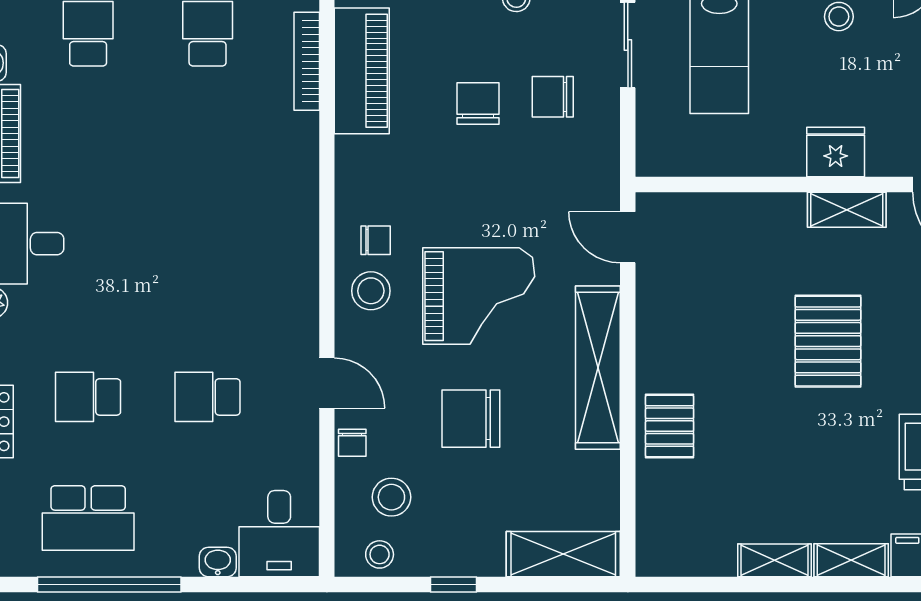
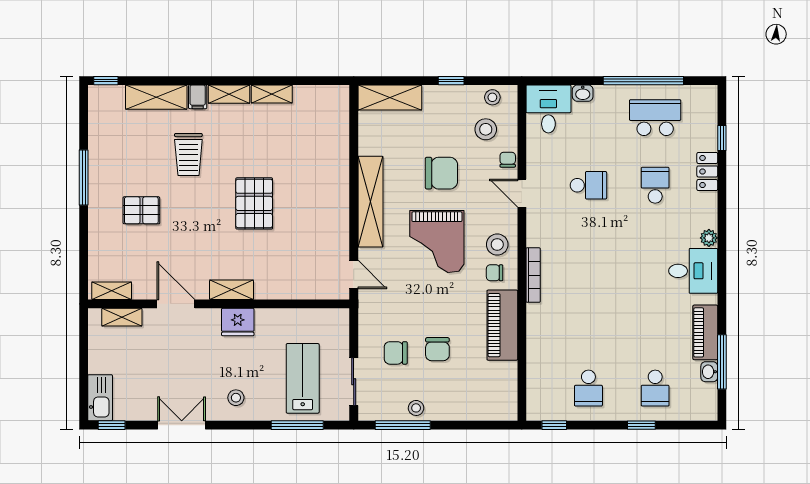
bookcase: (307, 61) -> (533, 275), moved
piano: (362, 71) -> (502, 325), moved
chair: (553, 97) -> (396, 353), turned 180
grand piano: (479, 296) -> (437, 242), turned -90
pallet: (828, 341) -> (254, 203), moved
school desk: (88, 397) -> (655, 185), turned -90
pallet: (670, 426) -> (330, 169), removed

